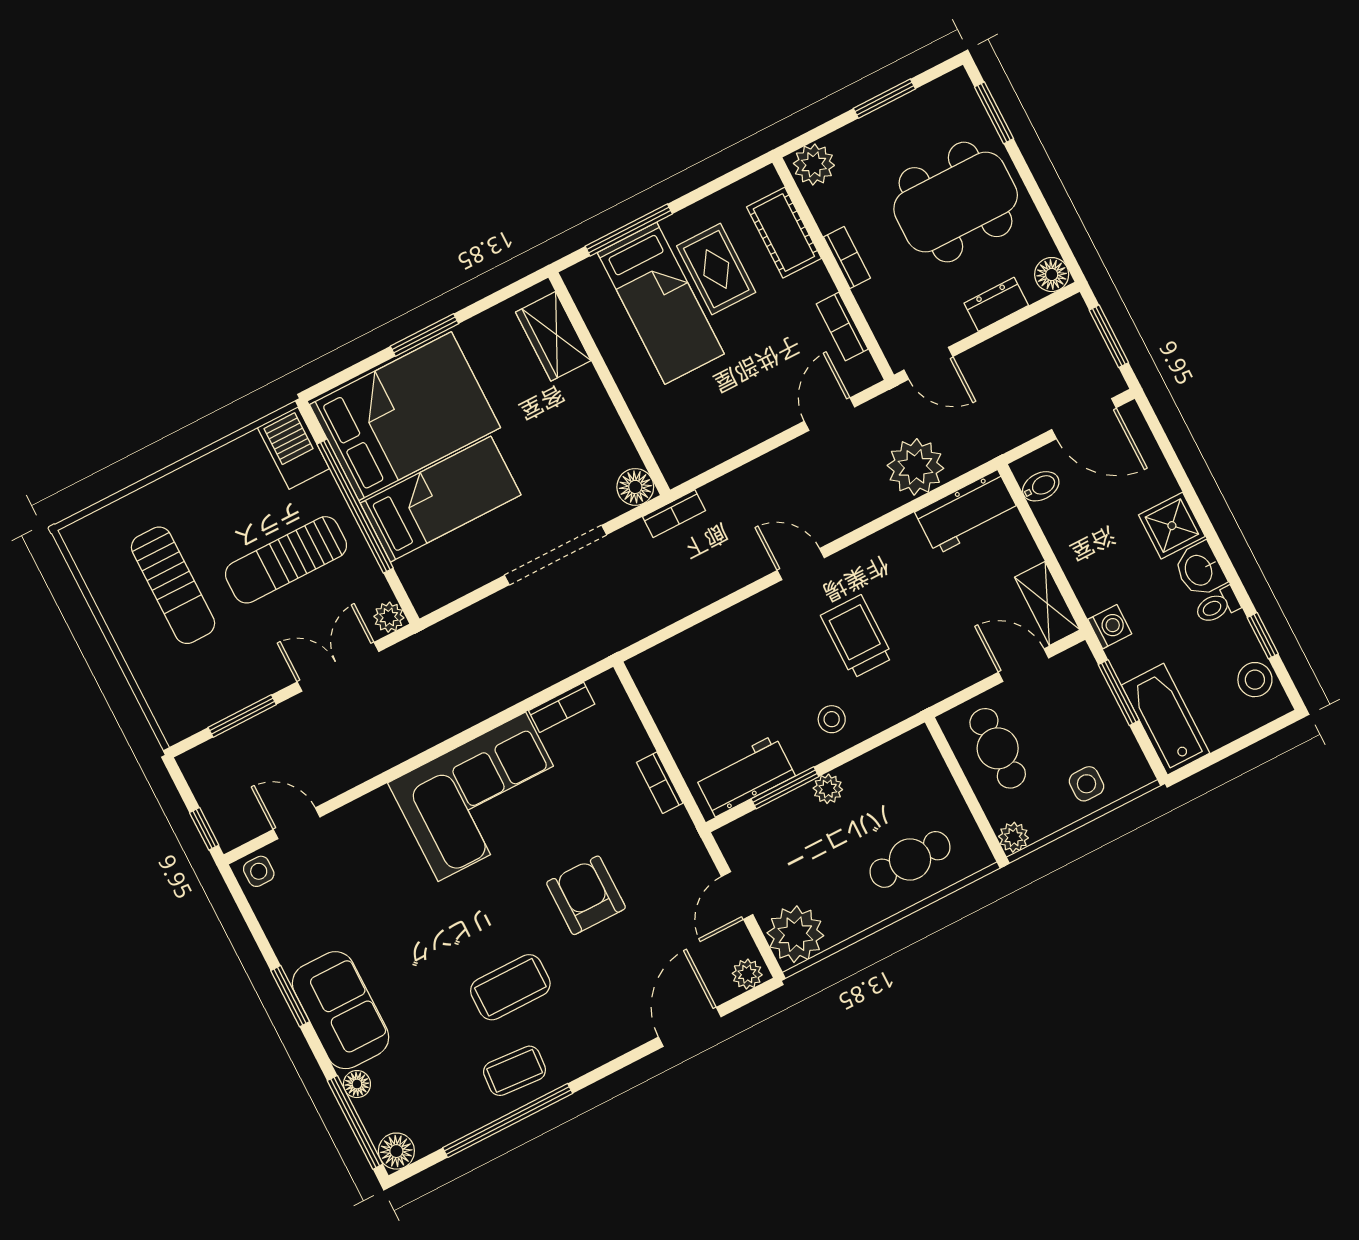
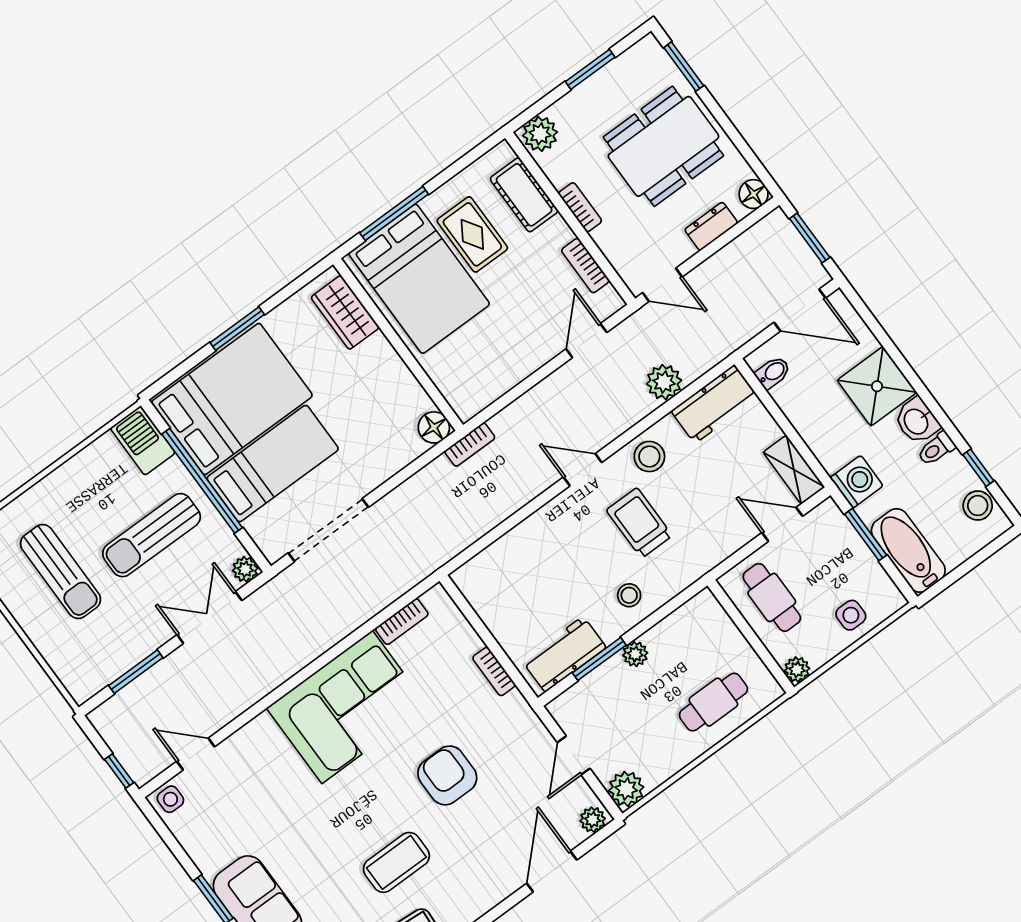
bed: (661, 303) -> (419, 279), width x1.50
plant: (915, 467) -> (664, 382), width x0.73, depth x0.73
shower: (1172, 526) -> (877, 386), width x1.36, depth x1.36
doorway: (556, 555) -> (328, 530), moved
stool: (881, 561) -> (649, 457), added
washing machine: (1110, 627) -> (857, 482), width x1.38, depth x1.38
plant: (795, 934) -> (626, 789), width x0.73, depth x0.73

